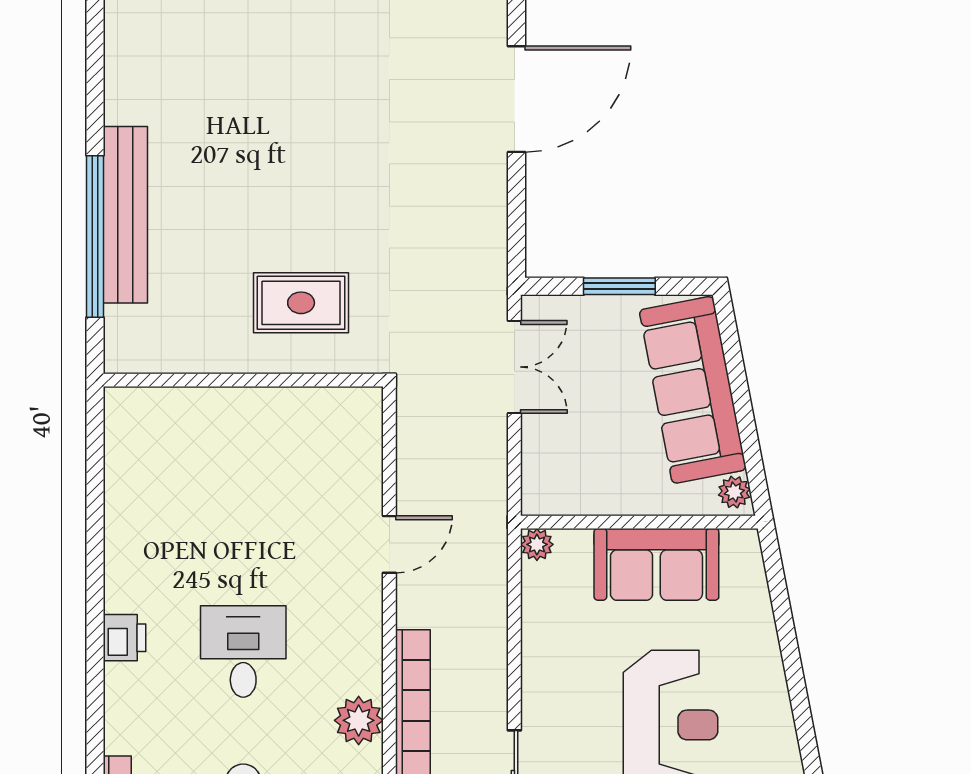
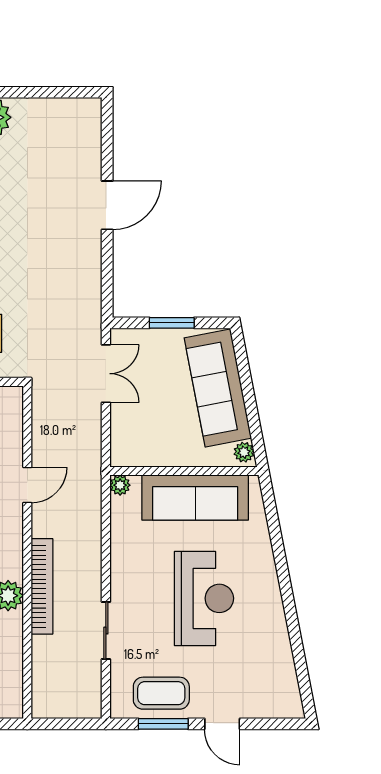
door: (517, 99) -> (107, 205), width x0.73
sofa: (656, 564) -> (195, 498), width x1.36

